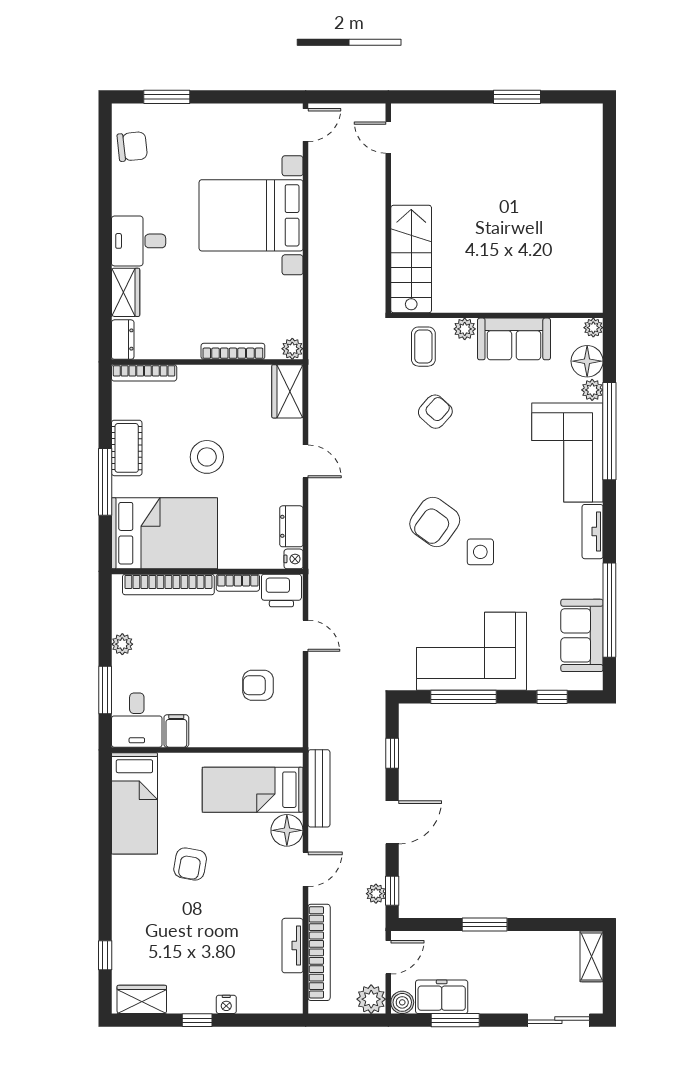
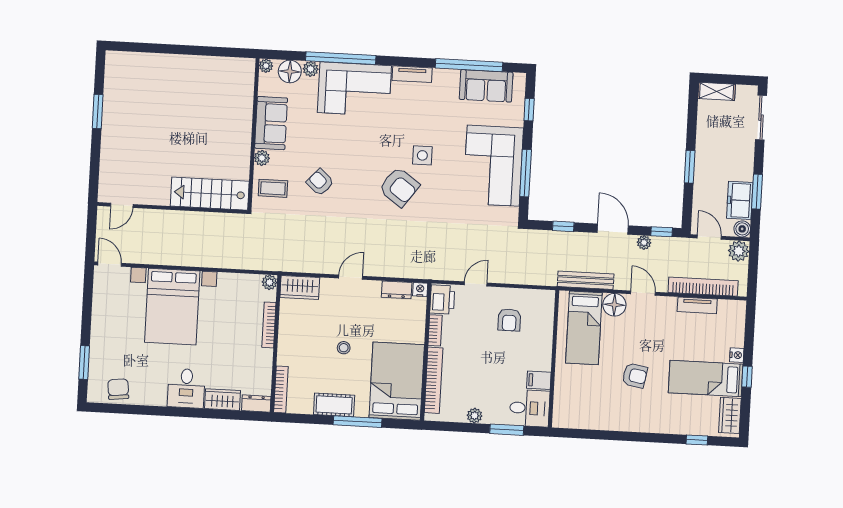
stool: (207, 457) -> (344, 348), width x0.53, depth x0.53
bed: (134, 803) -> (706, 378), moved, turned 180
plant: (376, 894) -> (644, 243), moved

